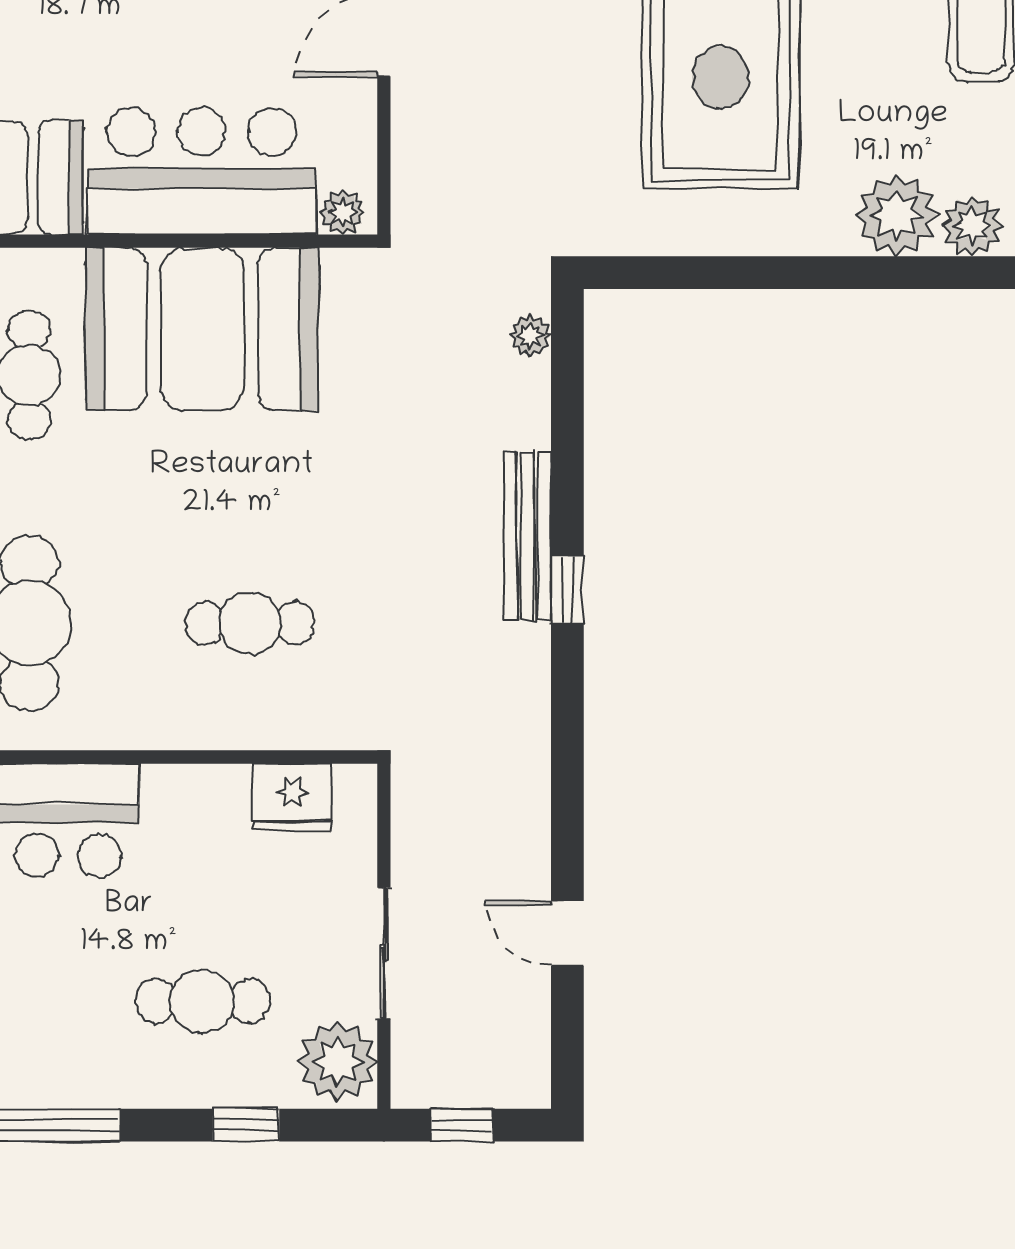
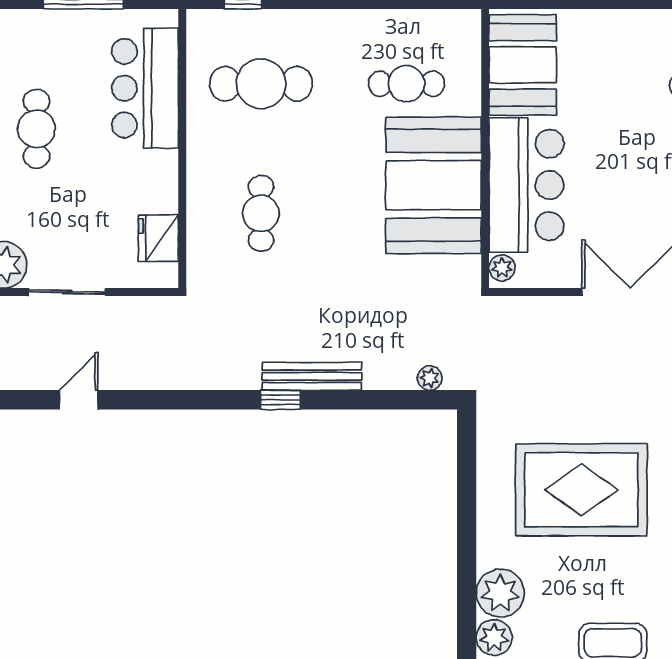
cafe table: (202, 1001) -> (36, 129), moved

